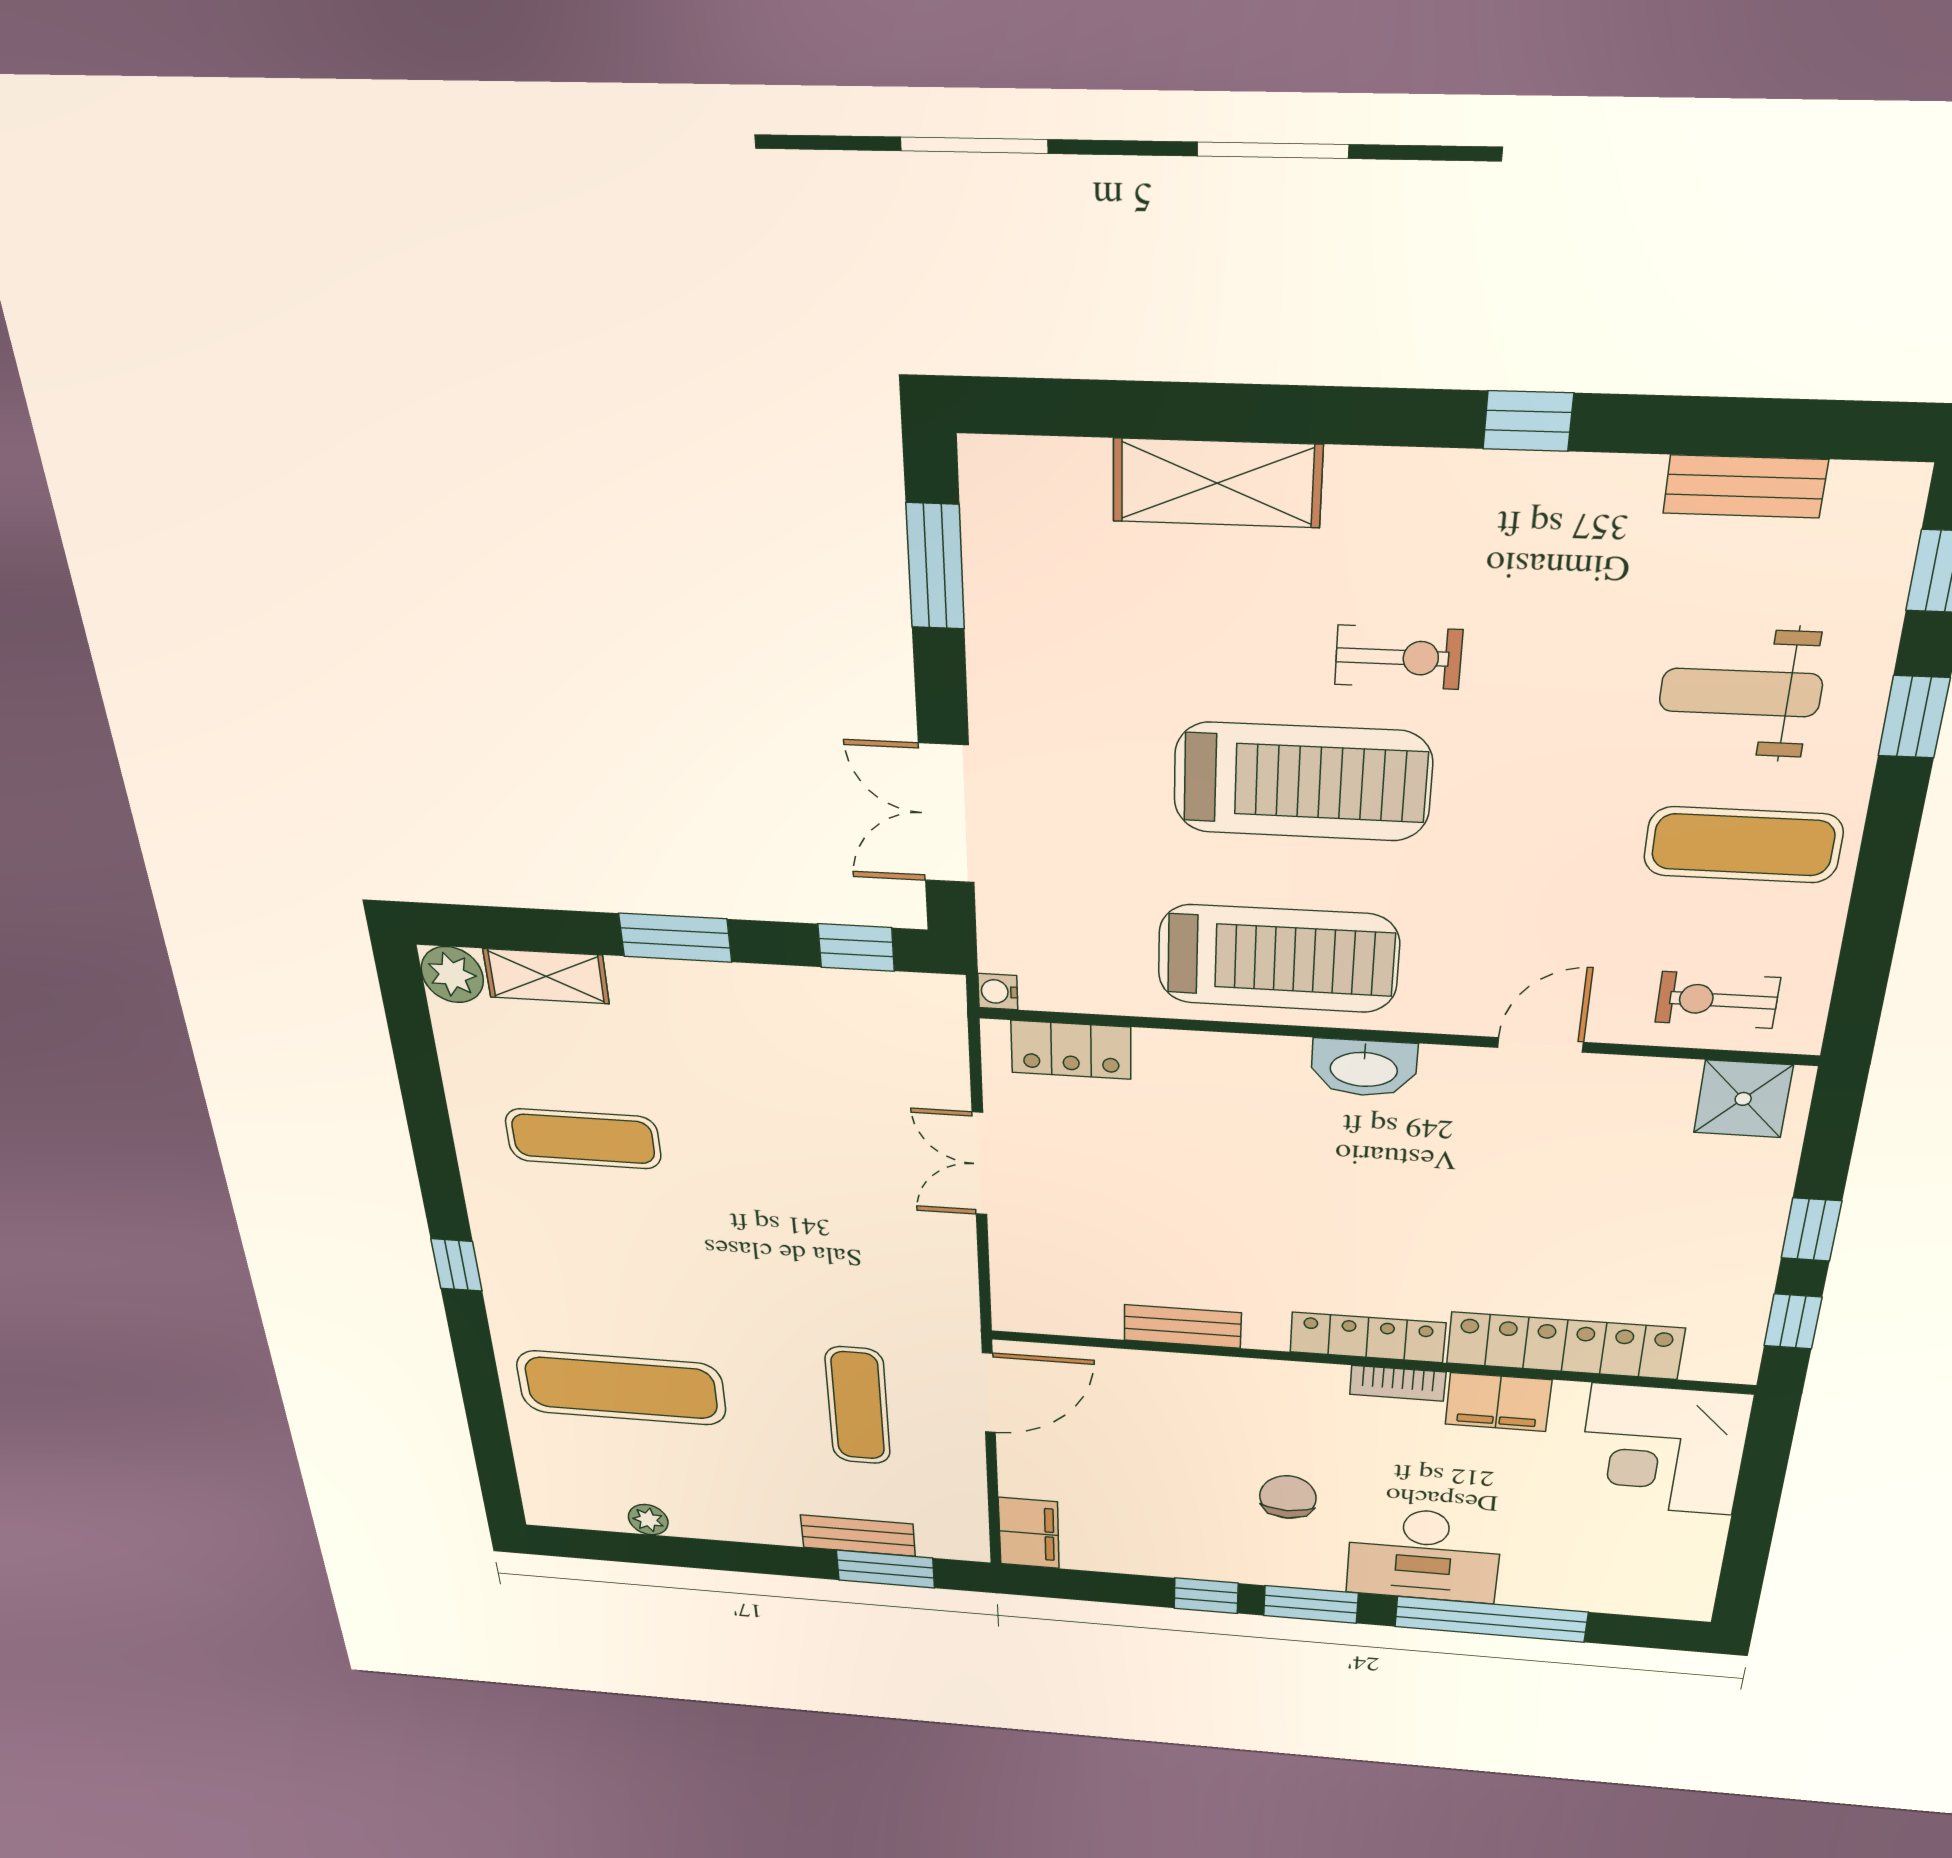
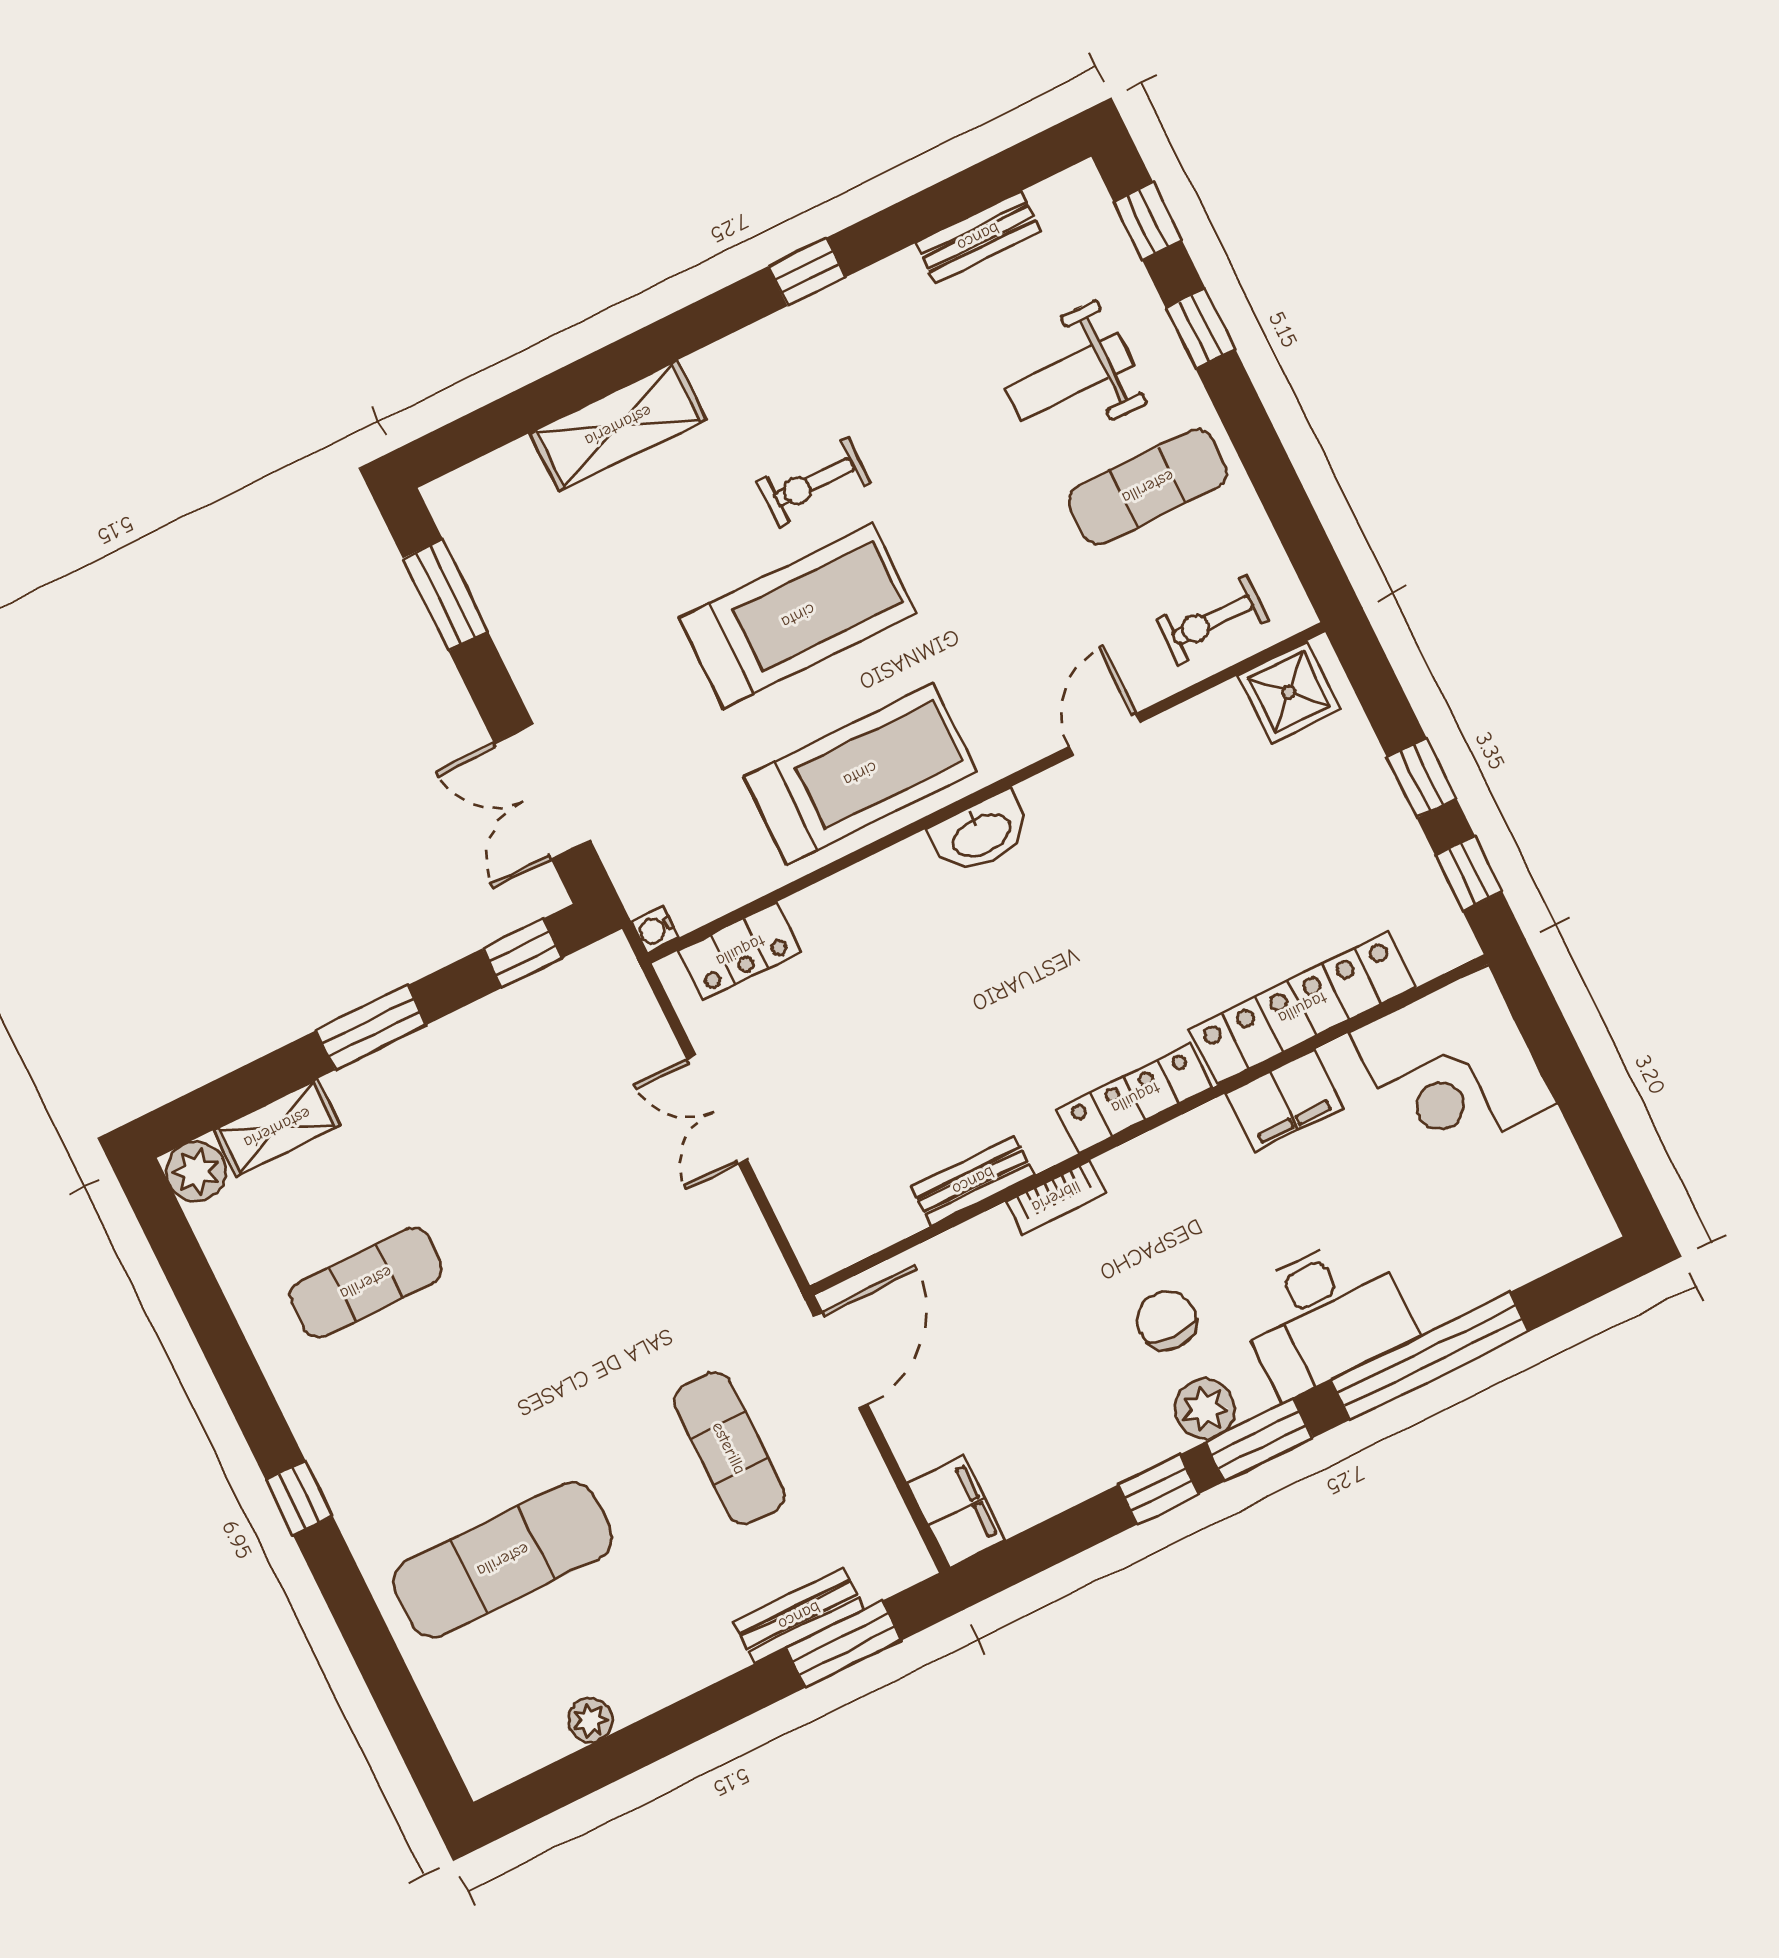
exercise bike: (1398, 657) -> (814, 482), turned 180
bookcase: (1398, 1383) -> (1056, 1197), moved
plant: (1280, 1566) -> (1205, 1409), added

